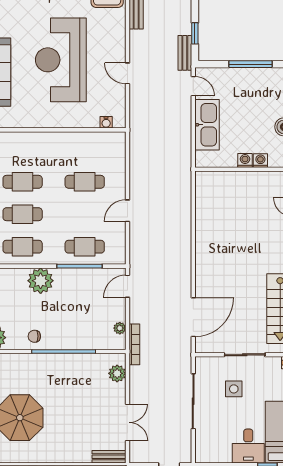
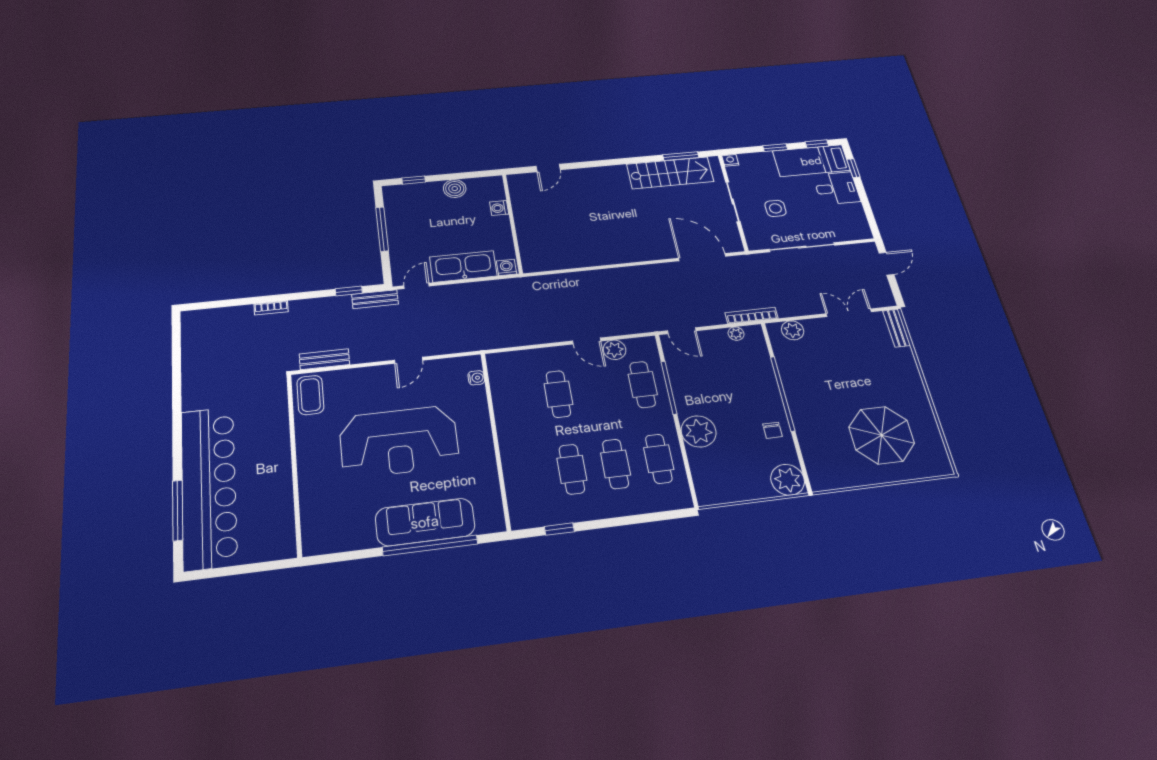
washing machine: (245, 160) -> (507, 267), moved, turned 90
plant: (117, 231) -> (615, 350), added

